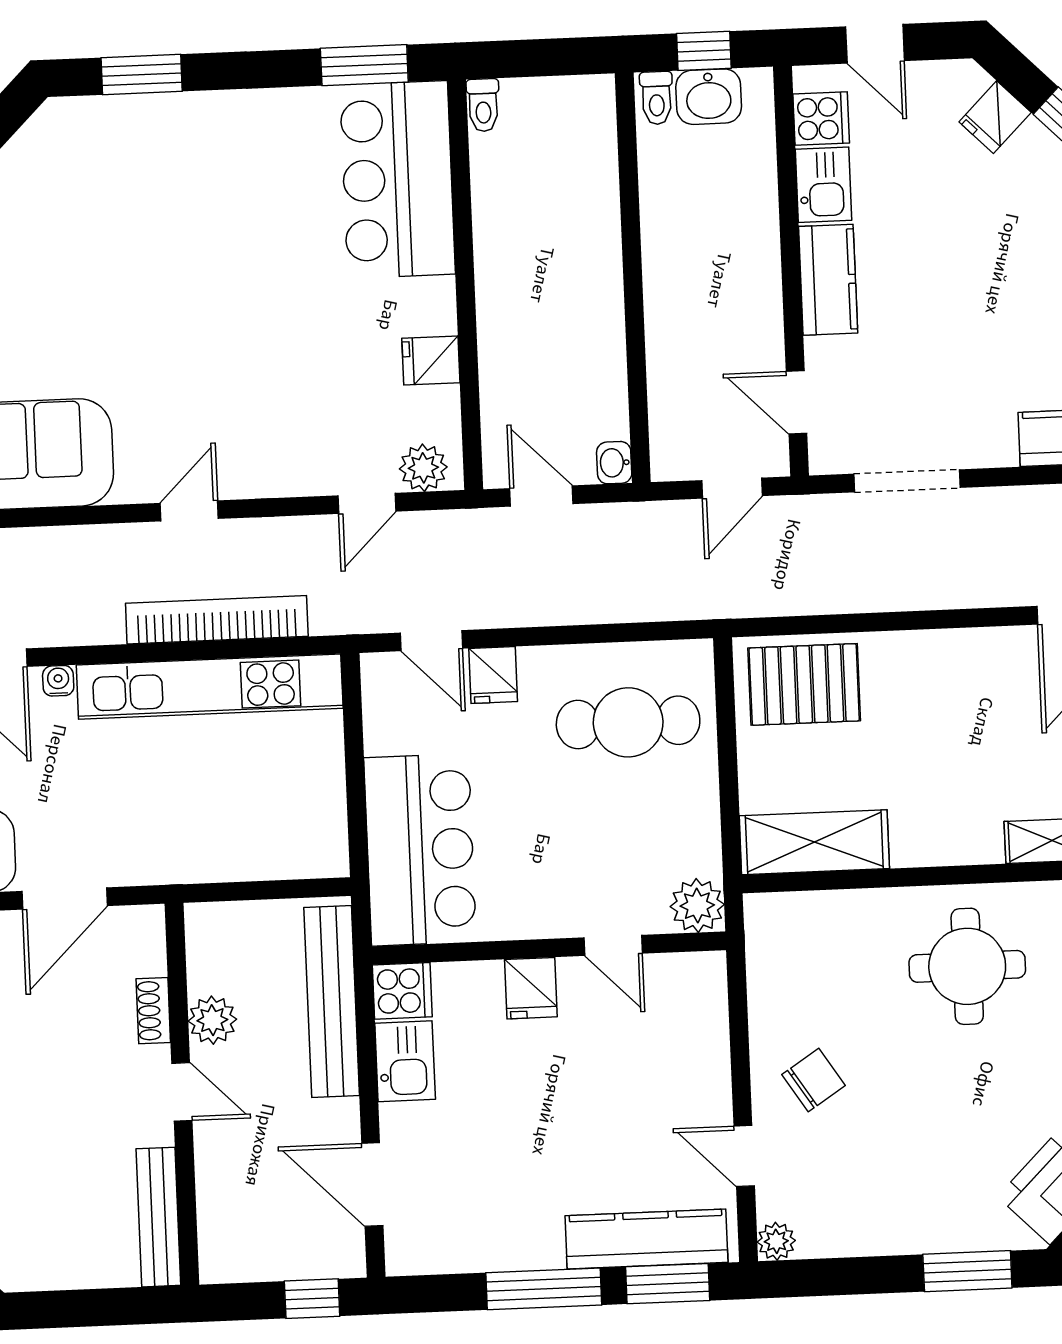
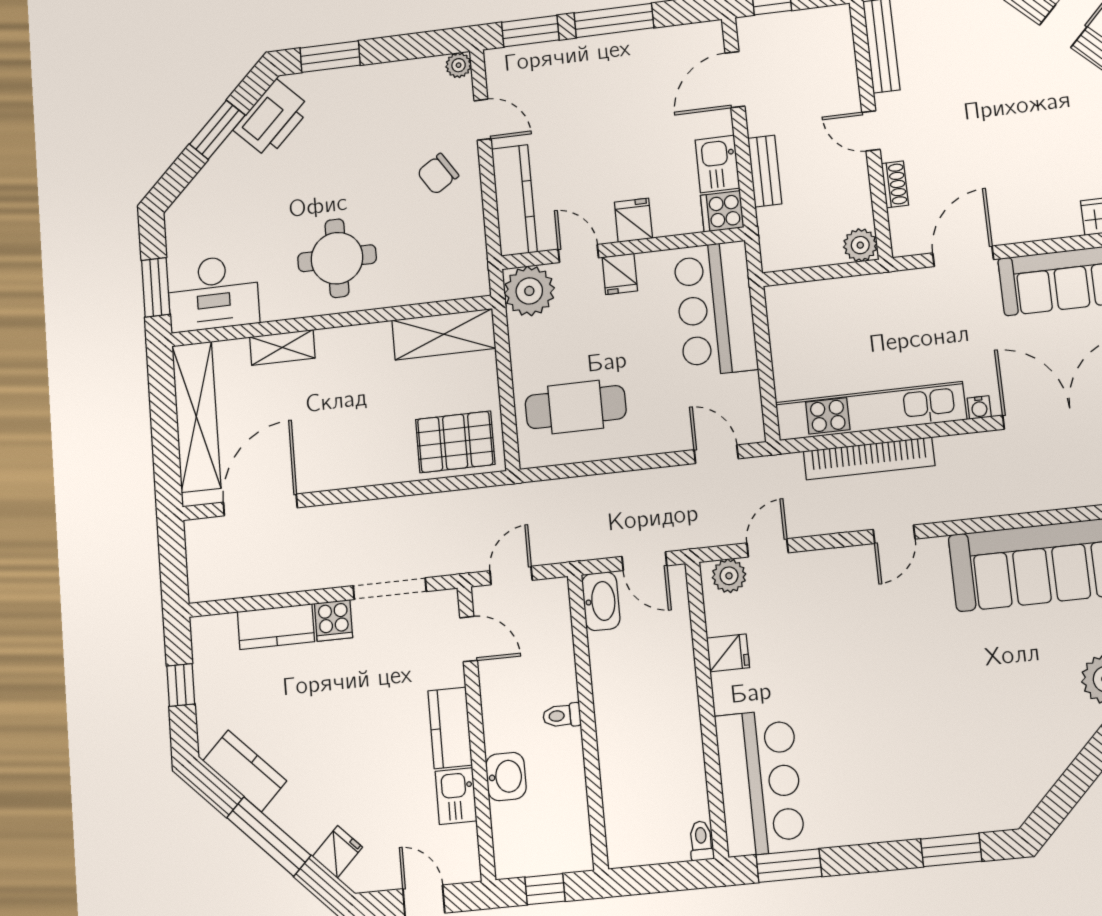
washbasin: (709, 97) -> (506, 777), moved, turned 90
toilet: (657, 98) -> (562, 716), moved, turned -90
cooker: (821, 119) -> (334, 620), moved, turned -90
washbasin: (614, 463) -> (601, 601), width x1.91, depth x1.45
fridge: (493, 675) -> (620, 274), moved, turned 180
plant: (697, 906) -> (529, 291), width x1.36, depth x1.36
bench: (332, 1002) -> (765, 171), width x0.54, depth x0.82
plant: (212, 1020) -> (860, 245), moved
door: (372, 1185) -> (735, 80), swing flipped
kitchen counter: (646, 1239) -> (514, 200), moved, turned -90

